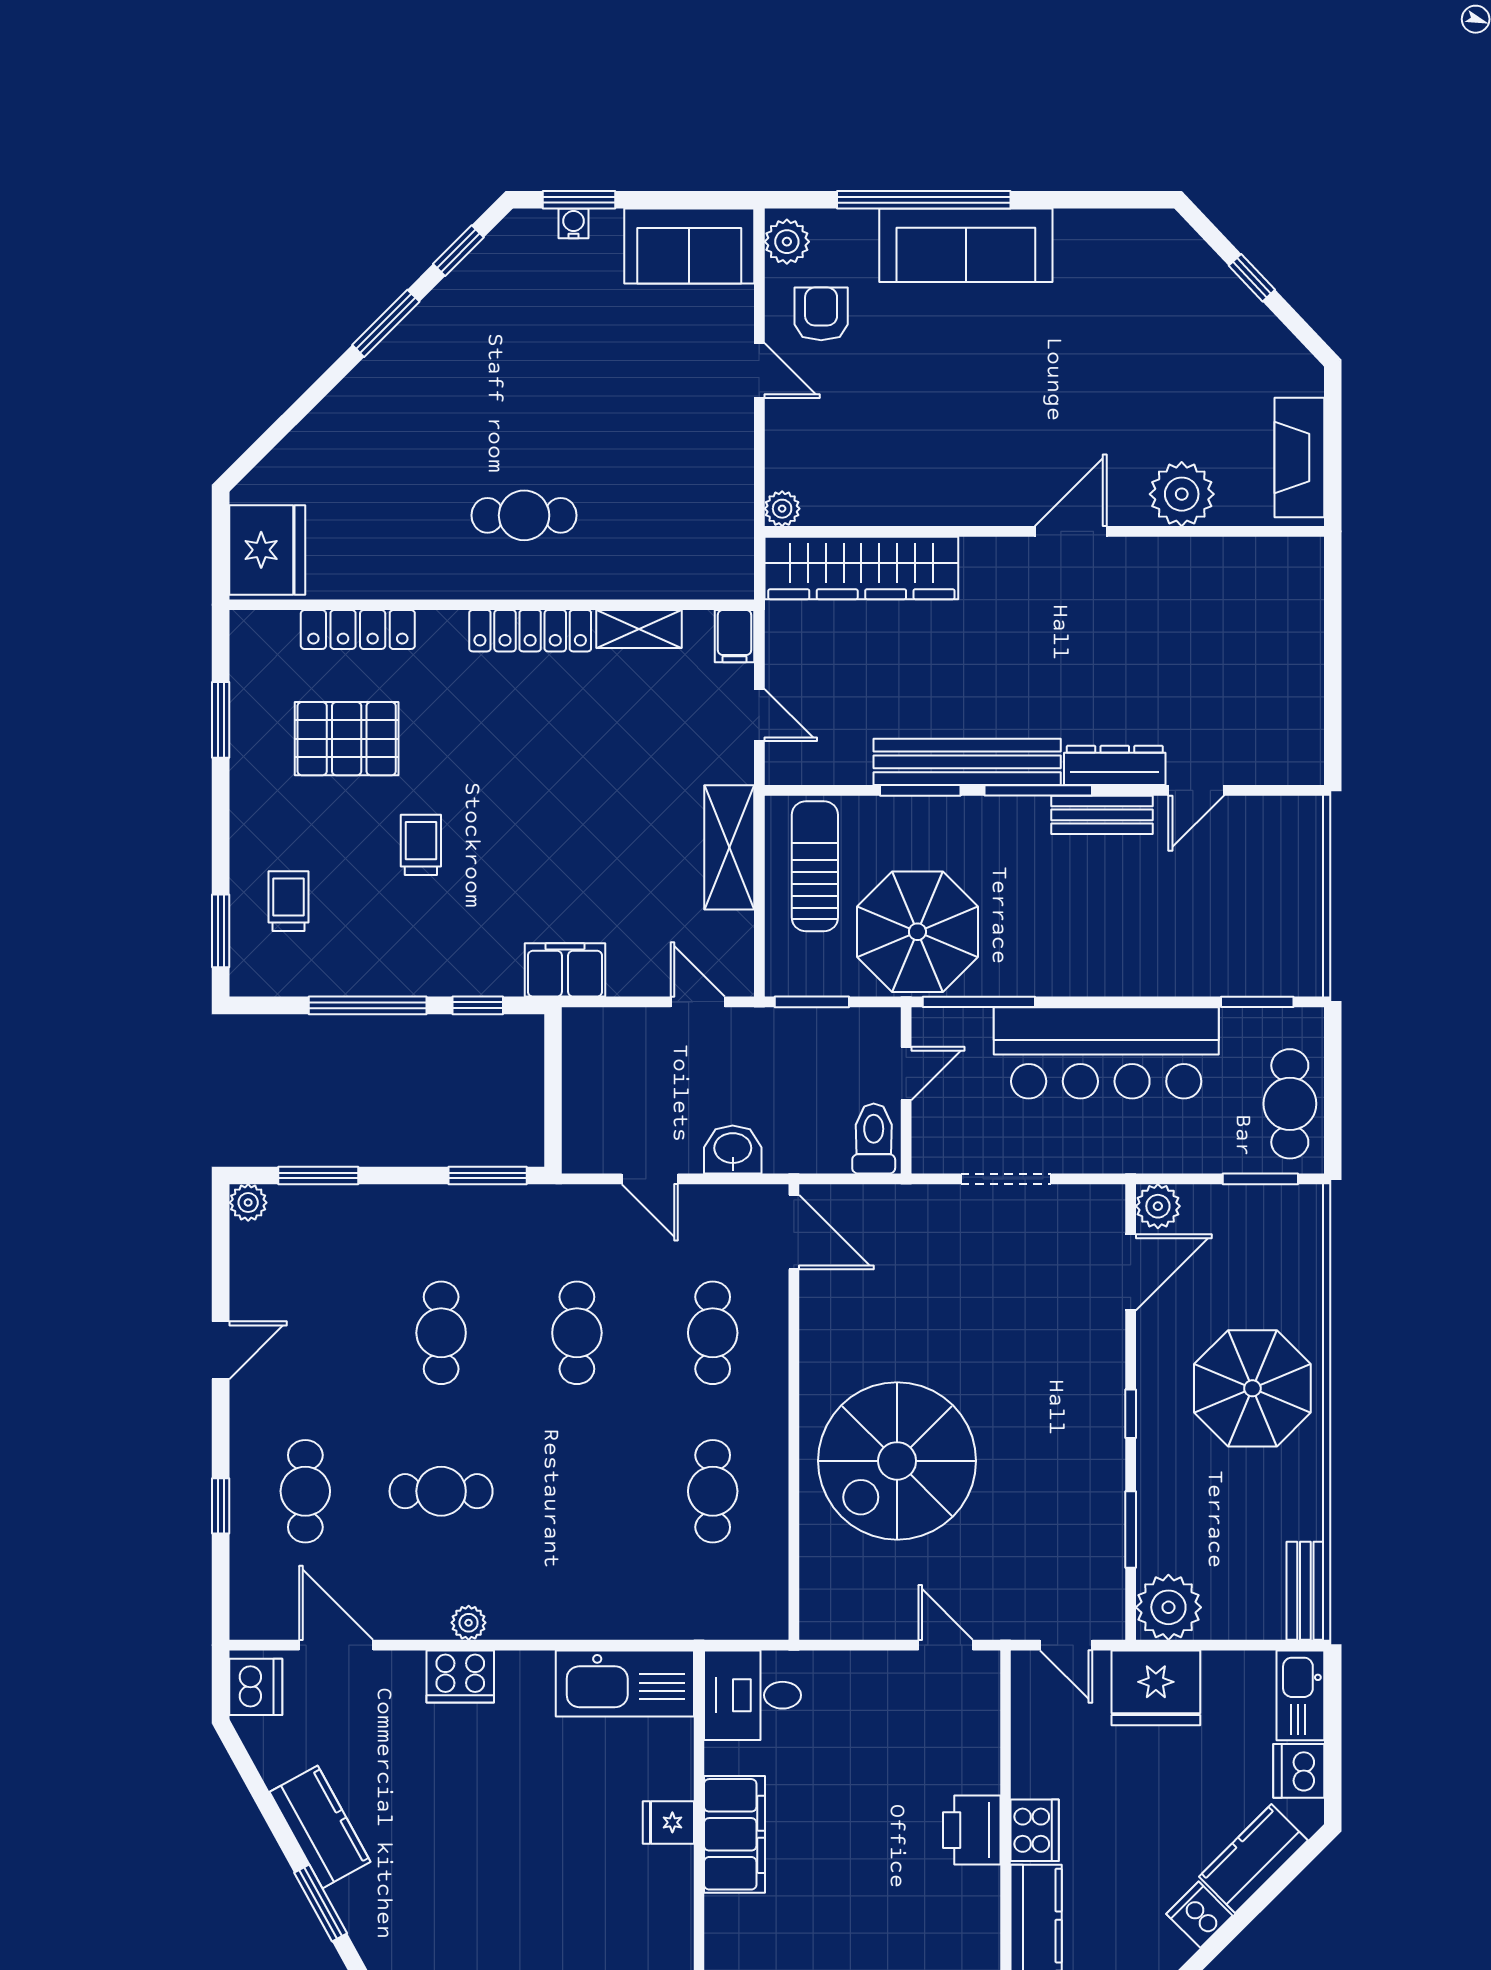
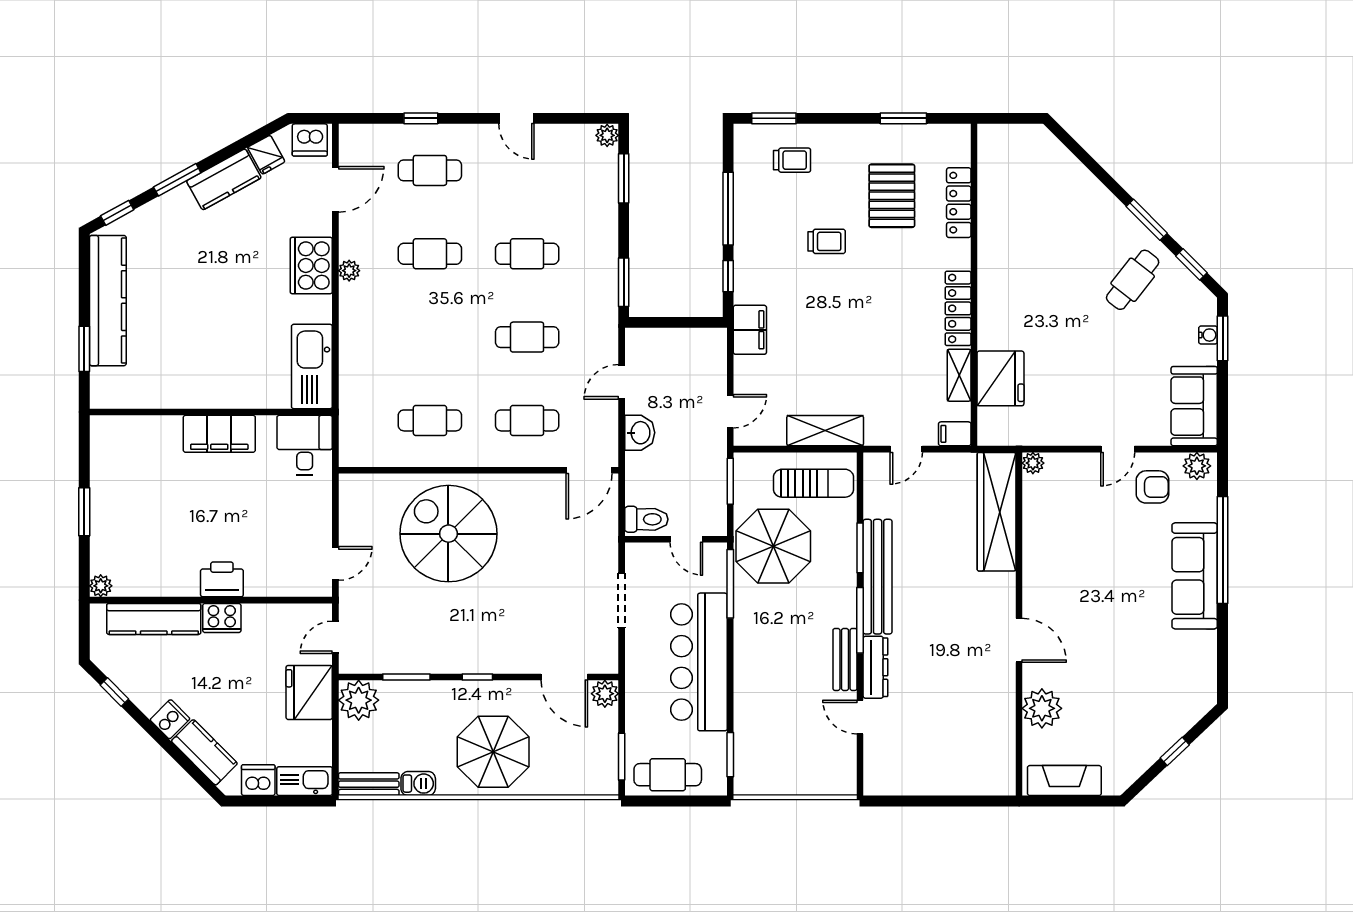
cafe table: (524, 515) -> (1133, 280), moved, turned 38
fridge: (267, 550) -> (1000, 378), moved, turned -90
cafe table: (441, 1491) -> (430, 254), turned 90
barbecue: (1304, 1510) -> (418, 784), added
cooker: (460, 1676) -> (311, 265), width x1.37, depth x1.31
fridge: (668, 1822) -> (266, 155), moved, turned 151

